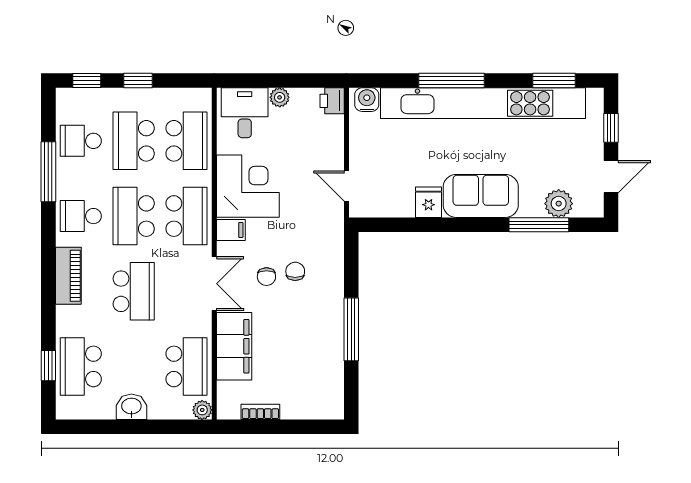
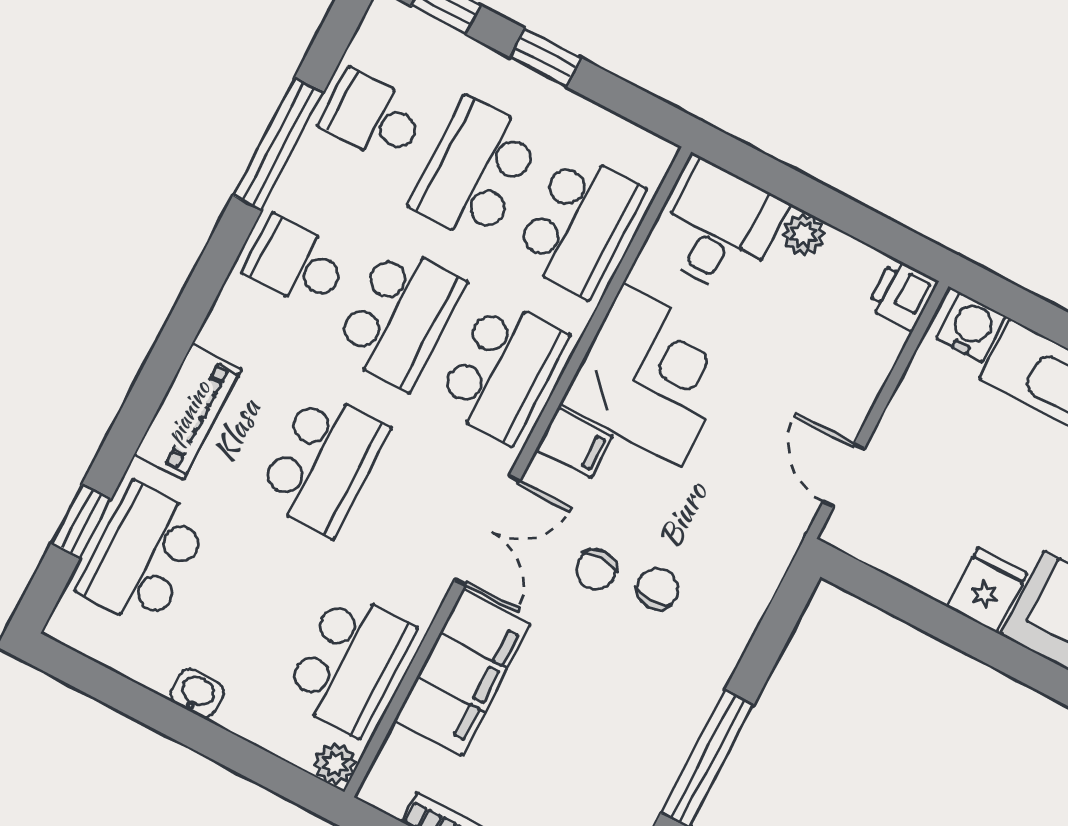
school desk: (134, 216) -> (399, 317), turned 180
piano: (68, 276) -> (188, 412), moved
washbasin: (131, 407) -> (197, 693), width x0.72, depth x0.69

